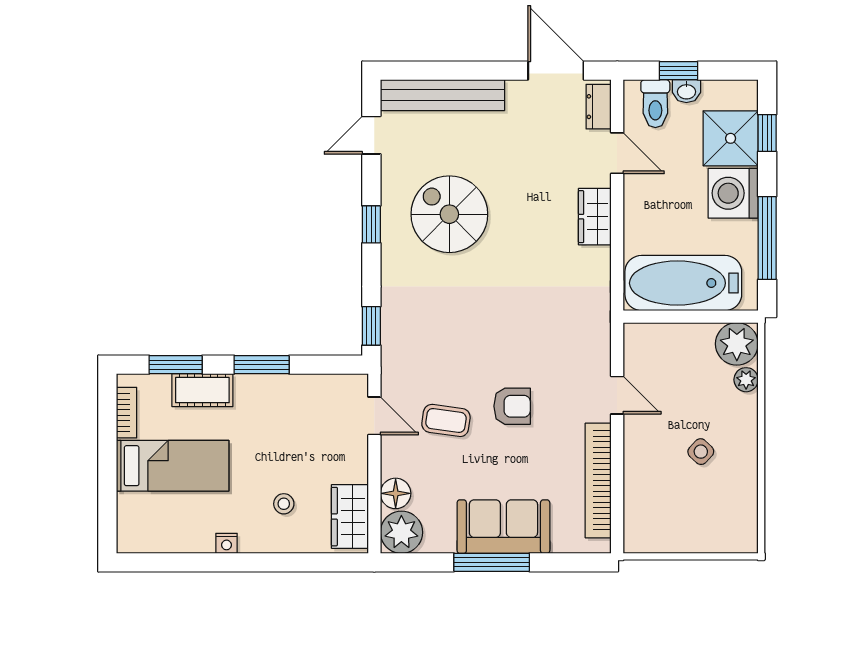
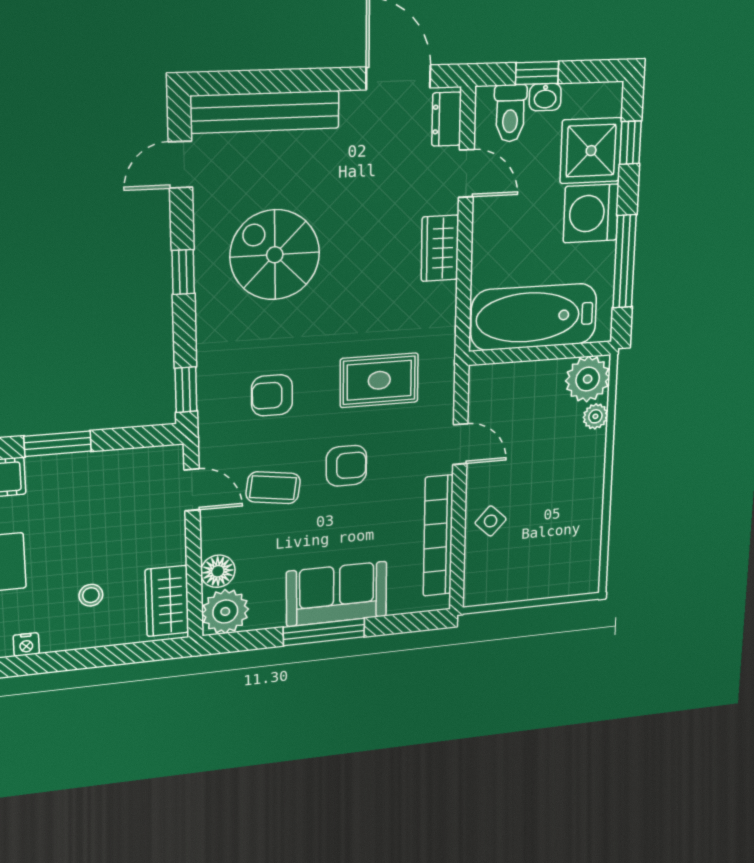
rug: (542, 330) -> (379, 380), added
armchair: (446, 337) -> (272, 395), added
side table: (701, 452) -> (491, 521), moved

